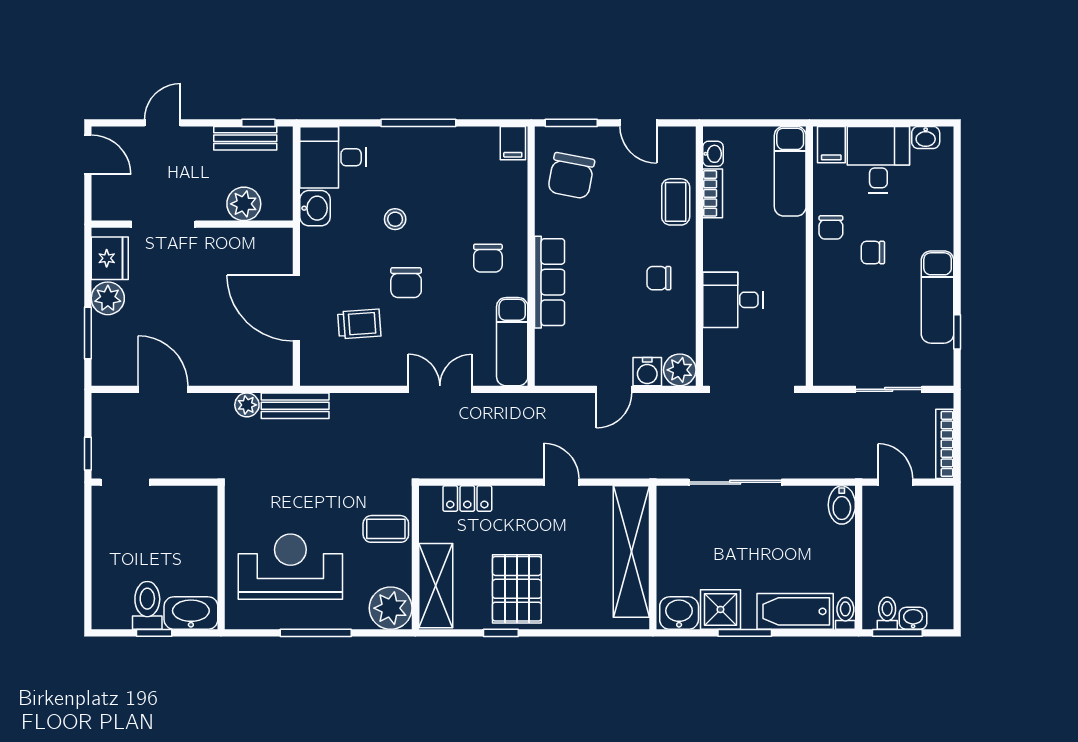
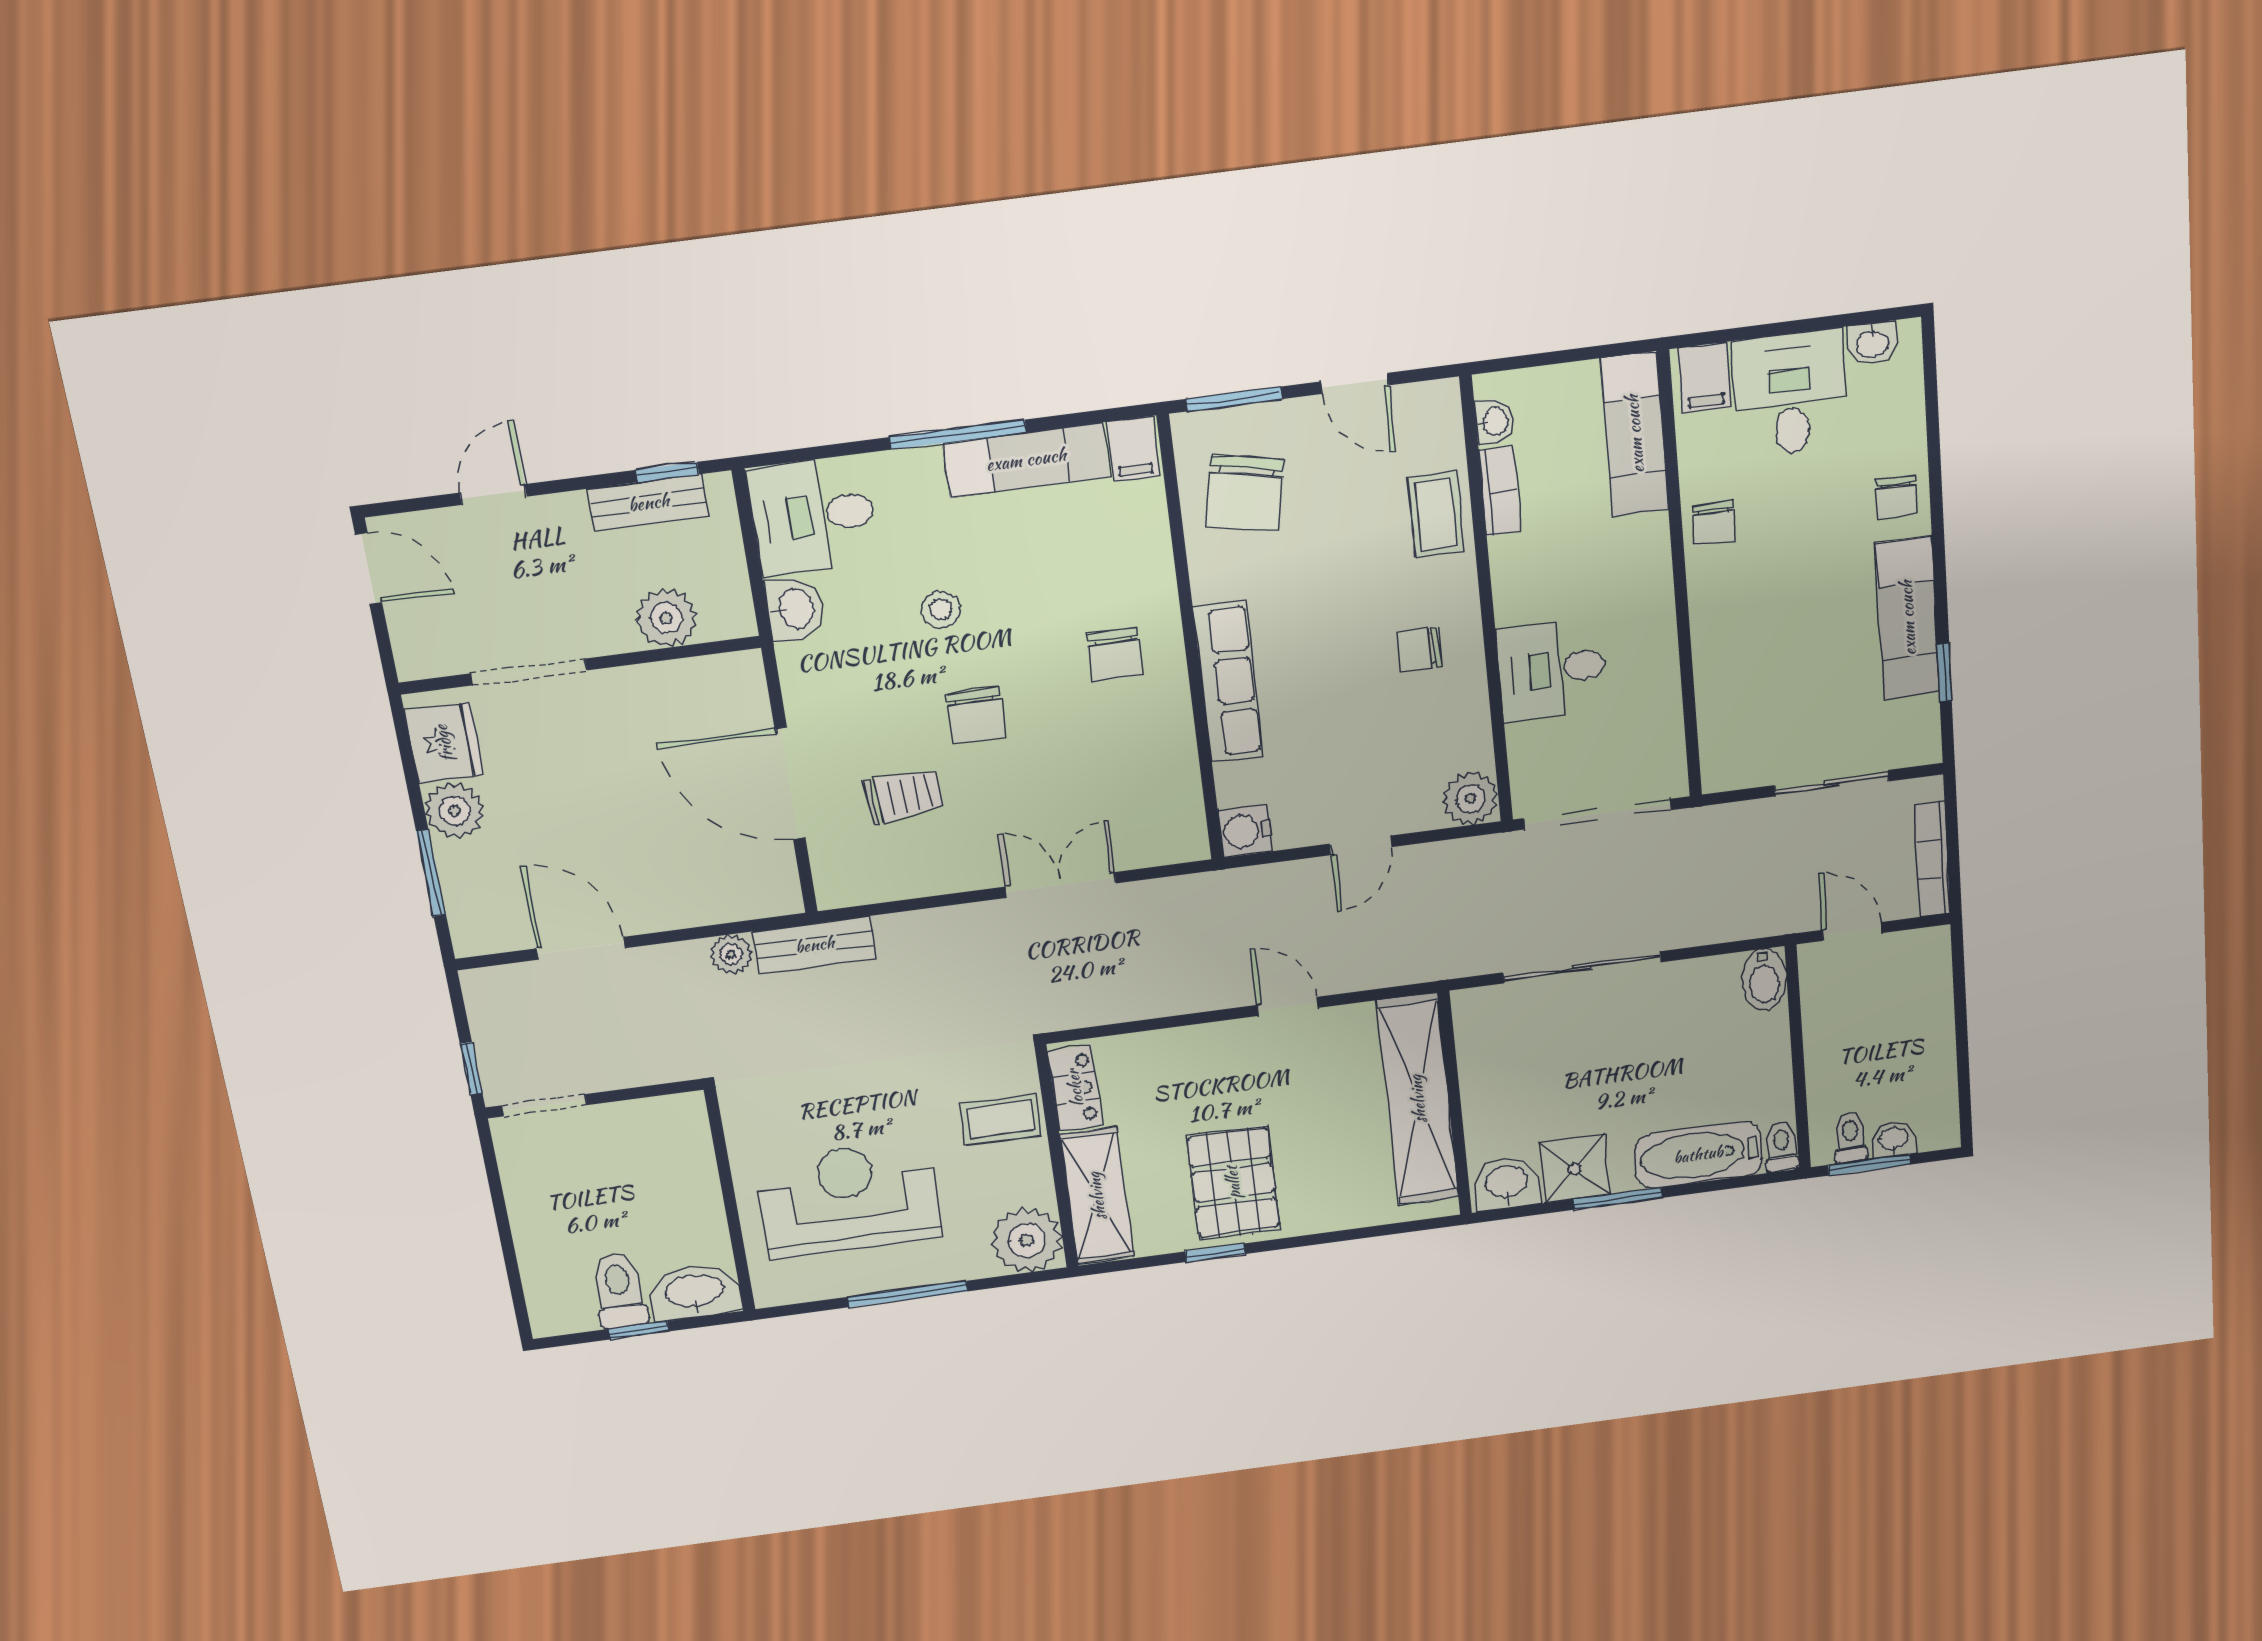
chair: (873, 253) -> (1896, 497), moved, turned -90
exam couch: (512, 342) -> (1026, 460), moved, turned -90
water cooler: (647, 372) -> (1245, 831), moved, turned 90
locker: (467, 499) -> (1075, 1088), moved, turned -90

